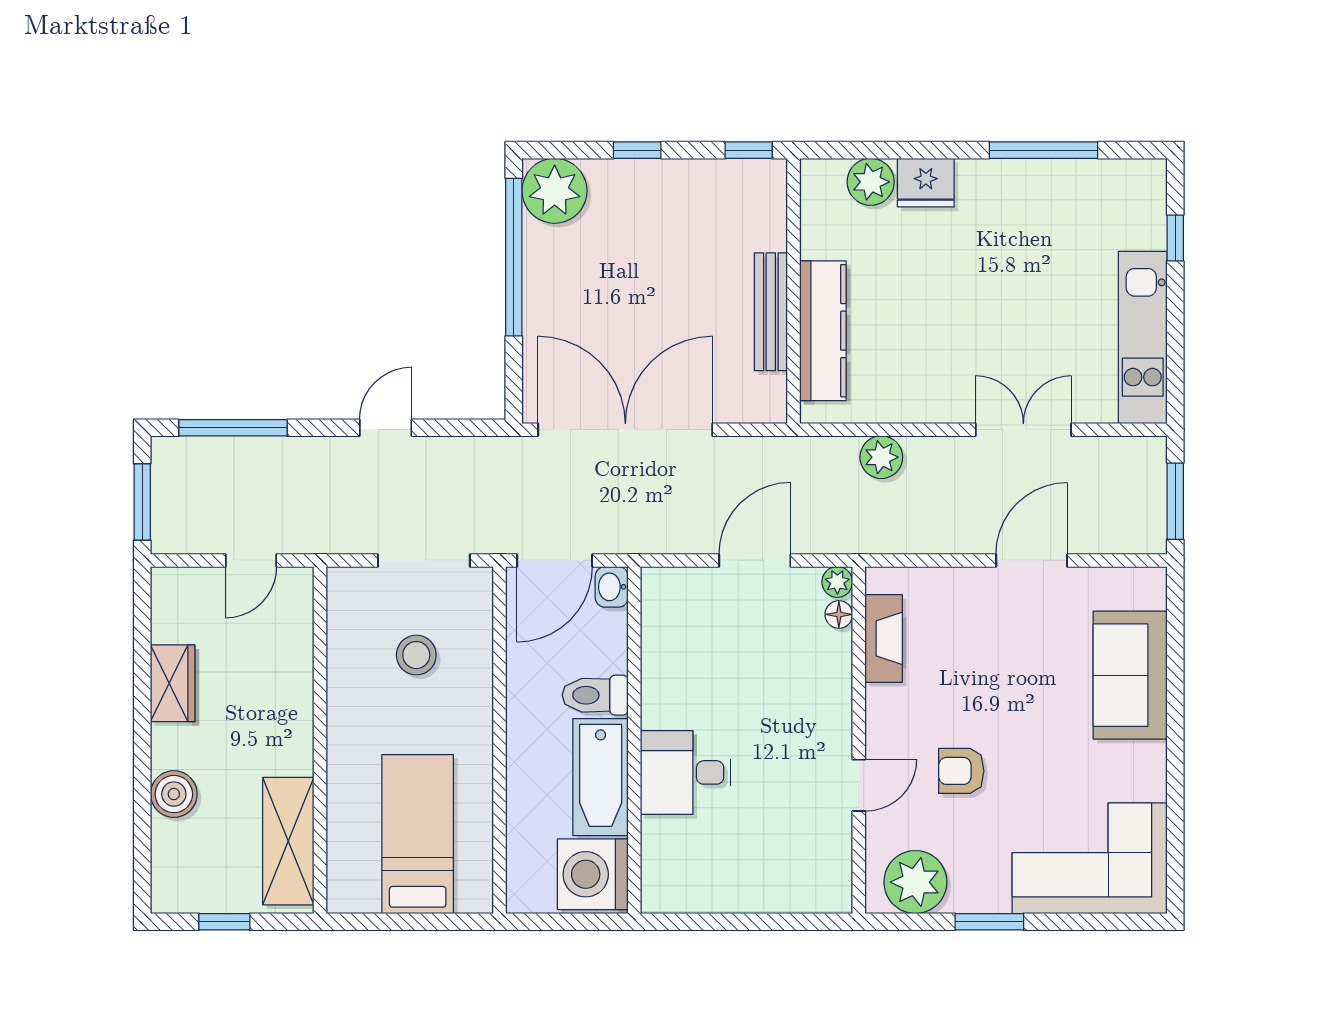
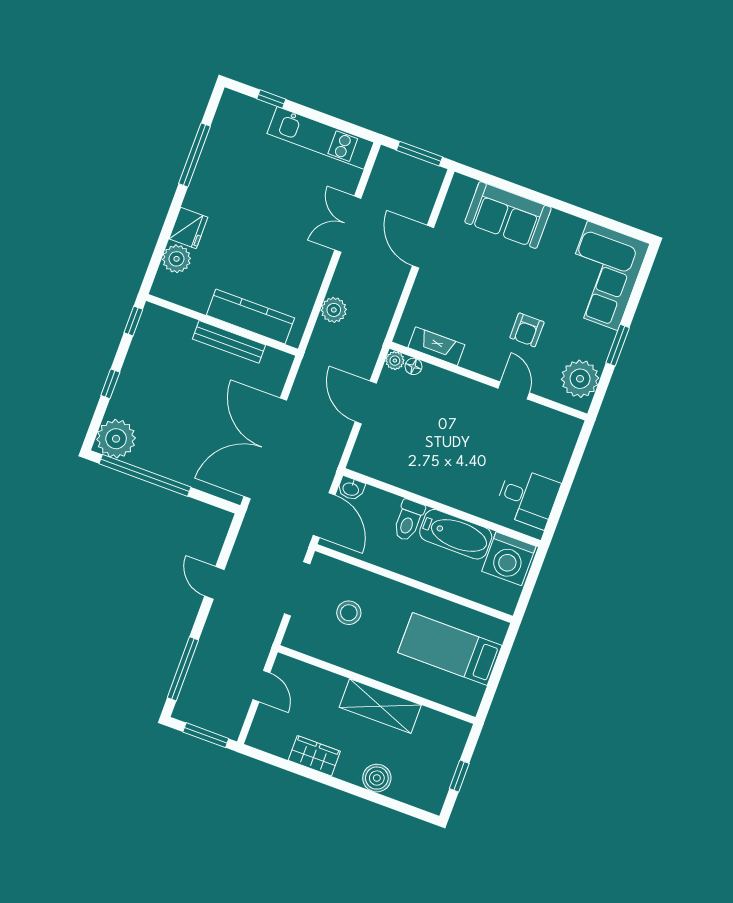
desk: (686, 772) -> (527, 498), moved, turned -90
shelving: (288, 841) -> (380, 706), moved

